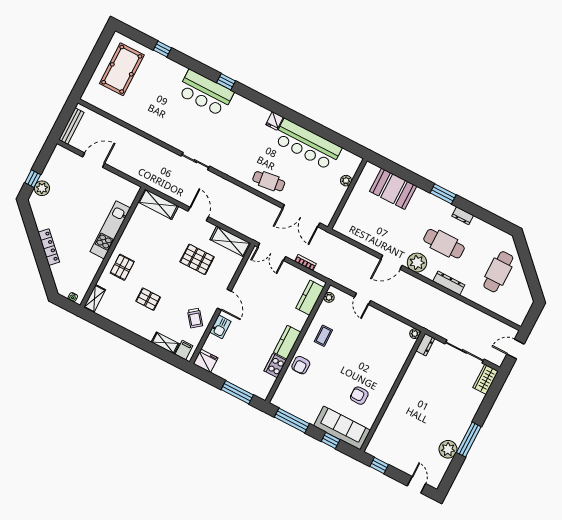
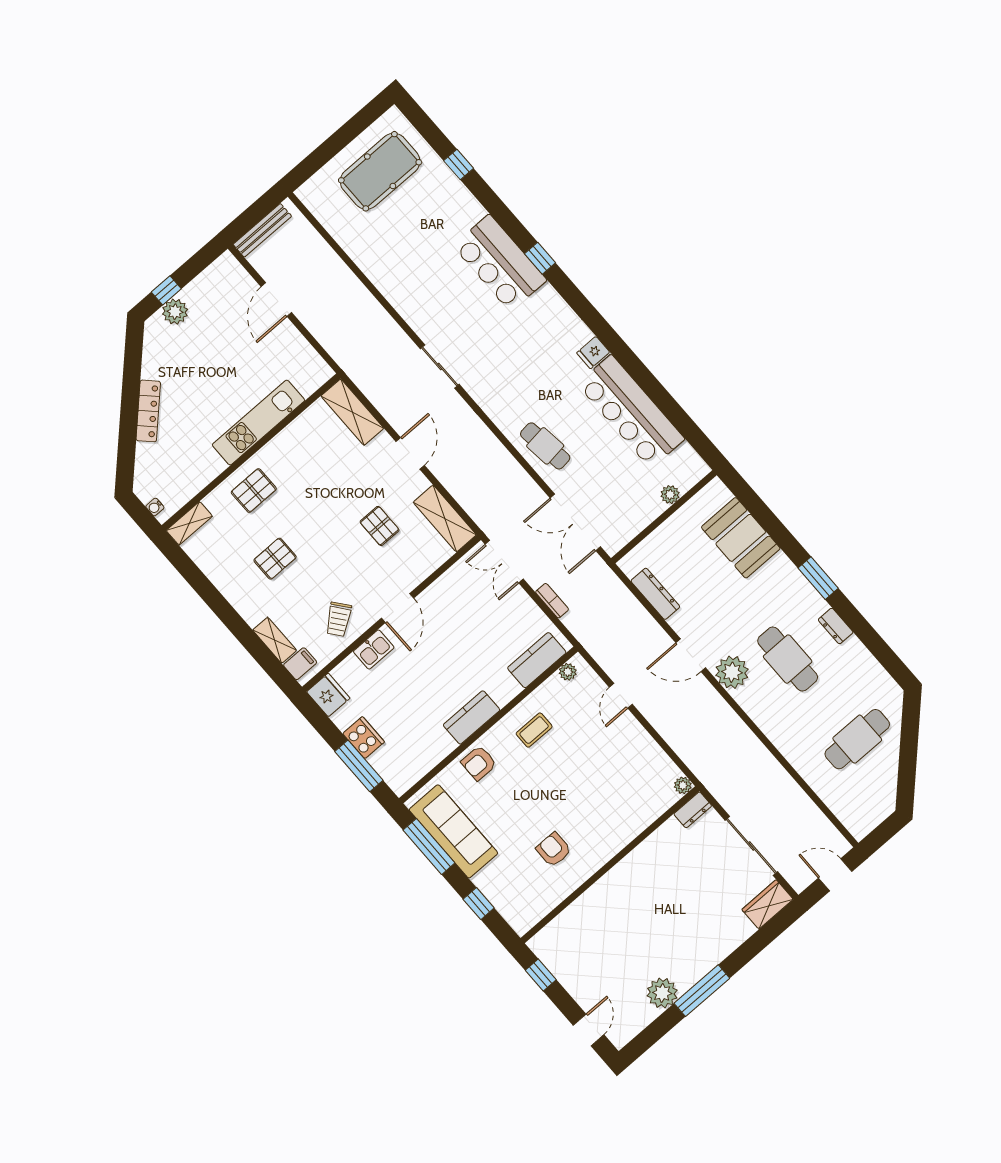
door: (94, 160) -> (276, 300), swing flipped
pallet: (197, 259) -> (380, 526), width x0.67, depth x0.71
dresser: (449, 283) -> (655, 594), moved
pallet: (148, 299) -> (275, 559), turned 90
cooker: (275, 366) -> (364, 738), moved, turned 90
sofa: (342, 428) -> (453, 831), moved

